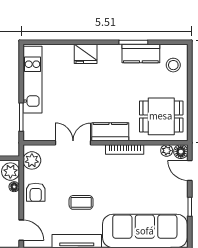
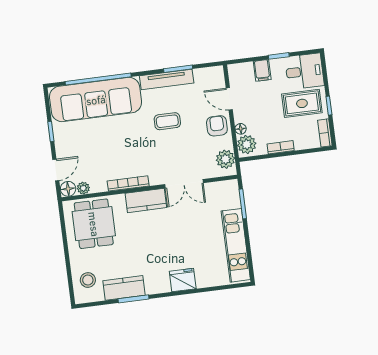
dining table: (161, 116) -> (94, 224), turned 90
door: (190, 171) -> (56, 170), hinge flipped
door: (21, 230) -> (229, 99), moved

